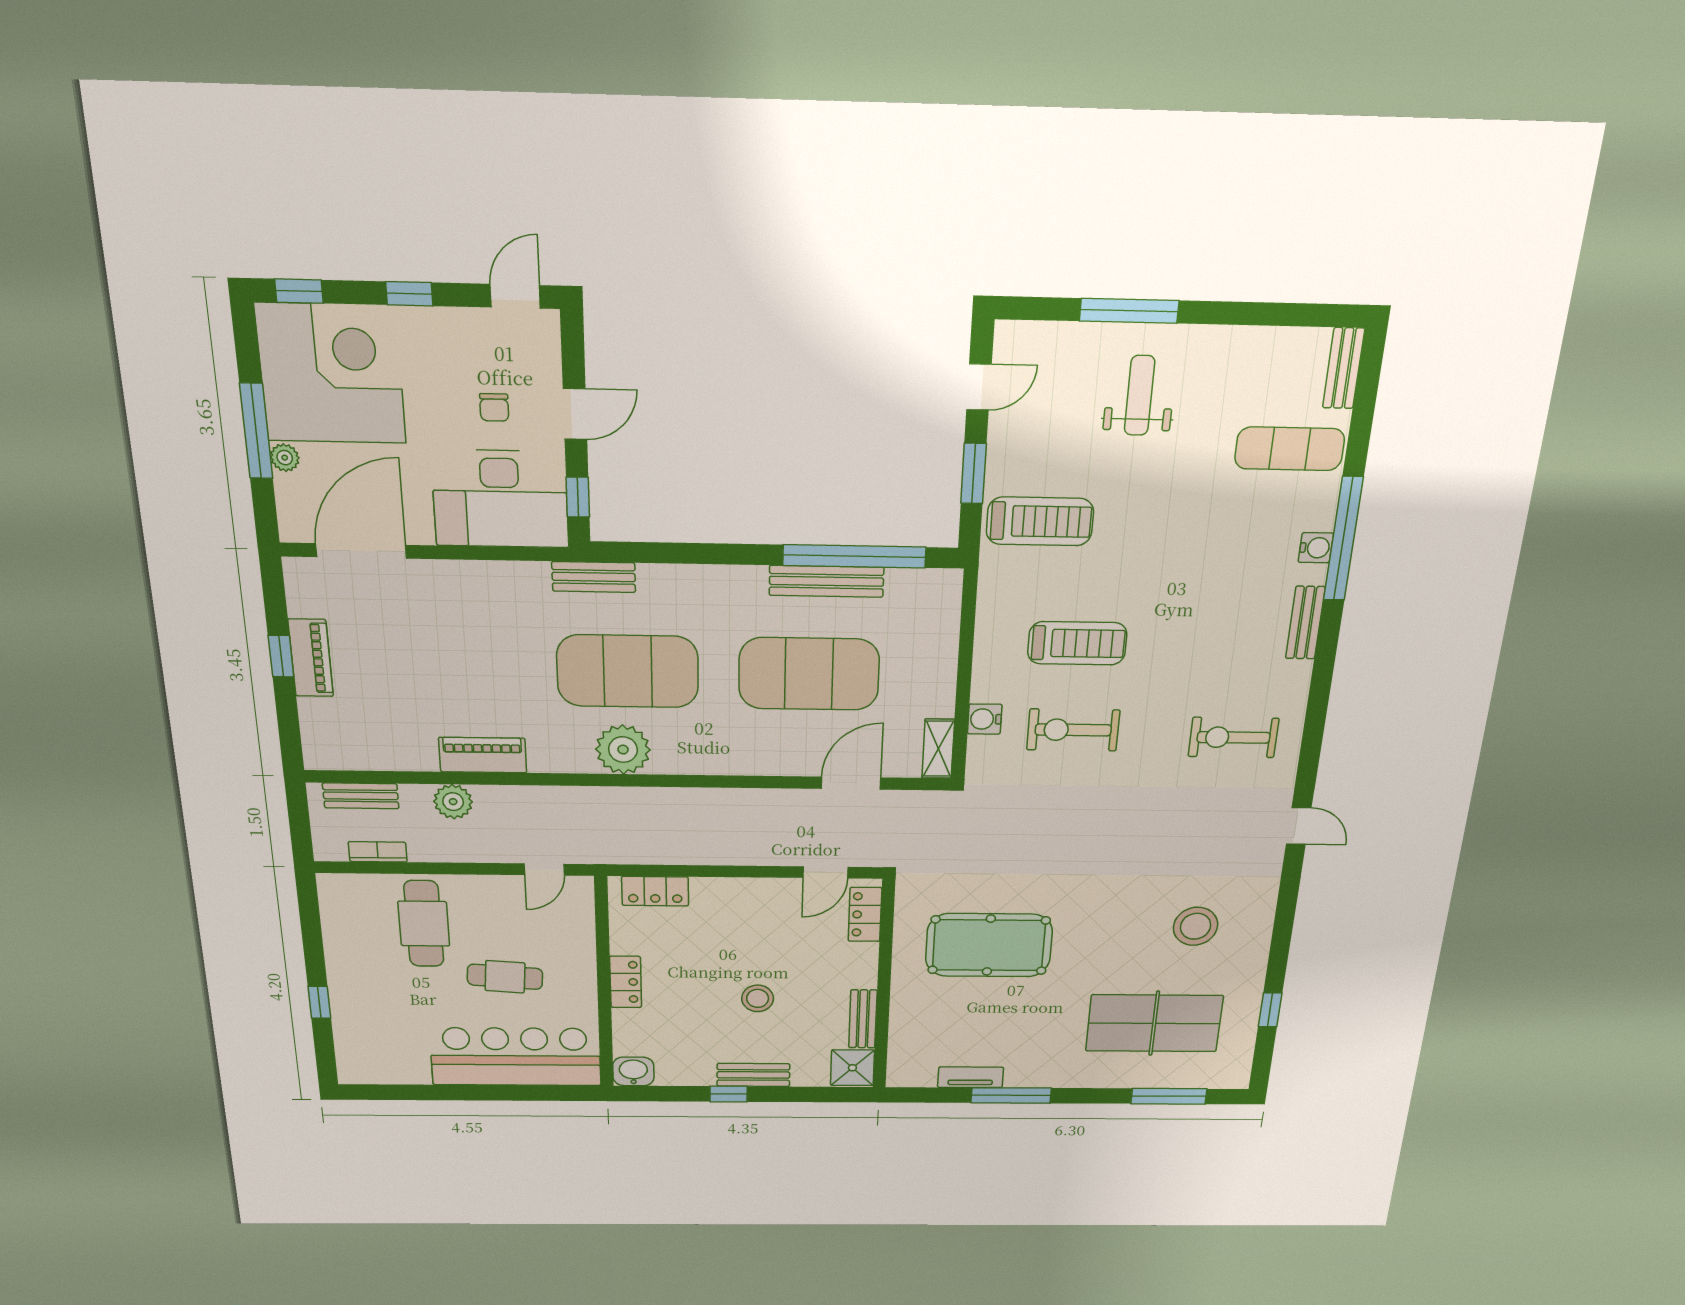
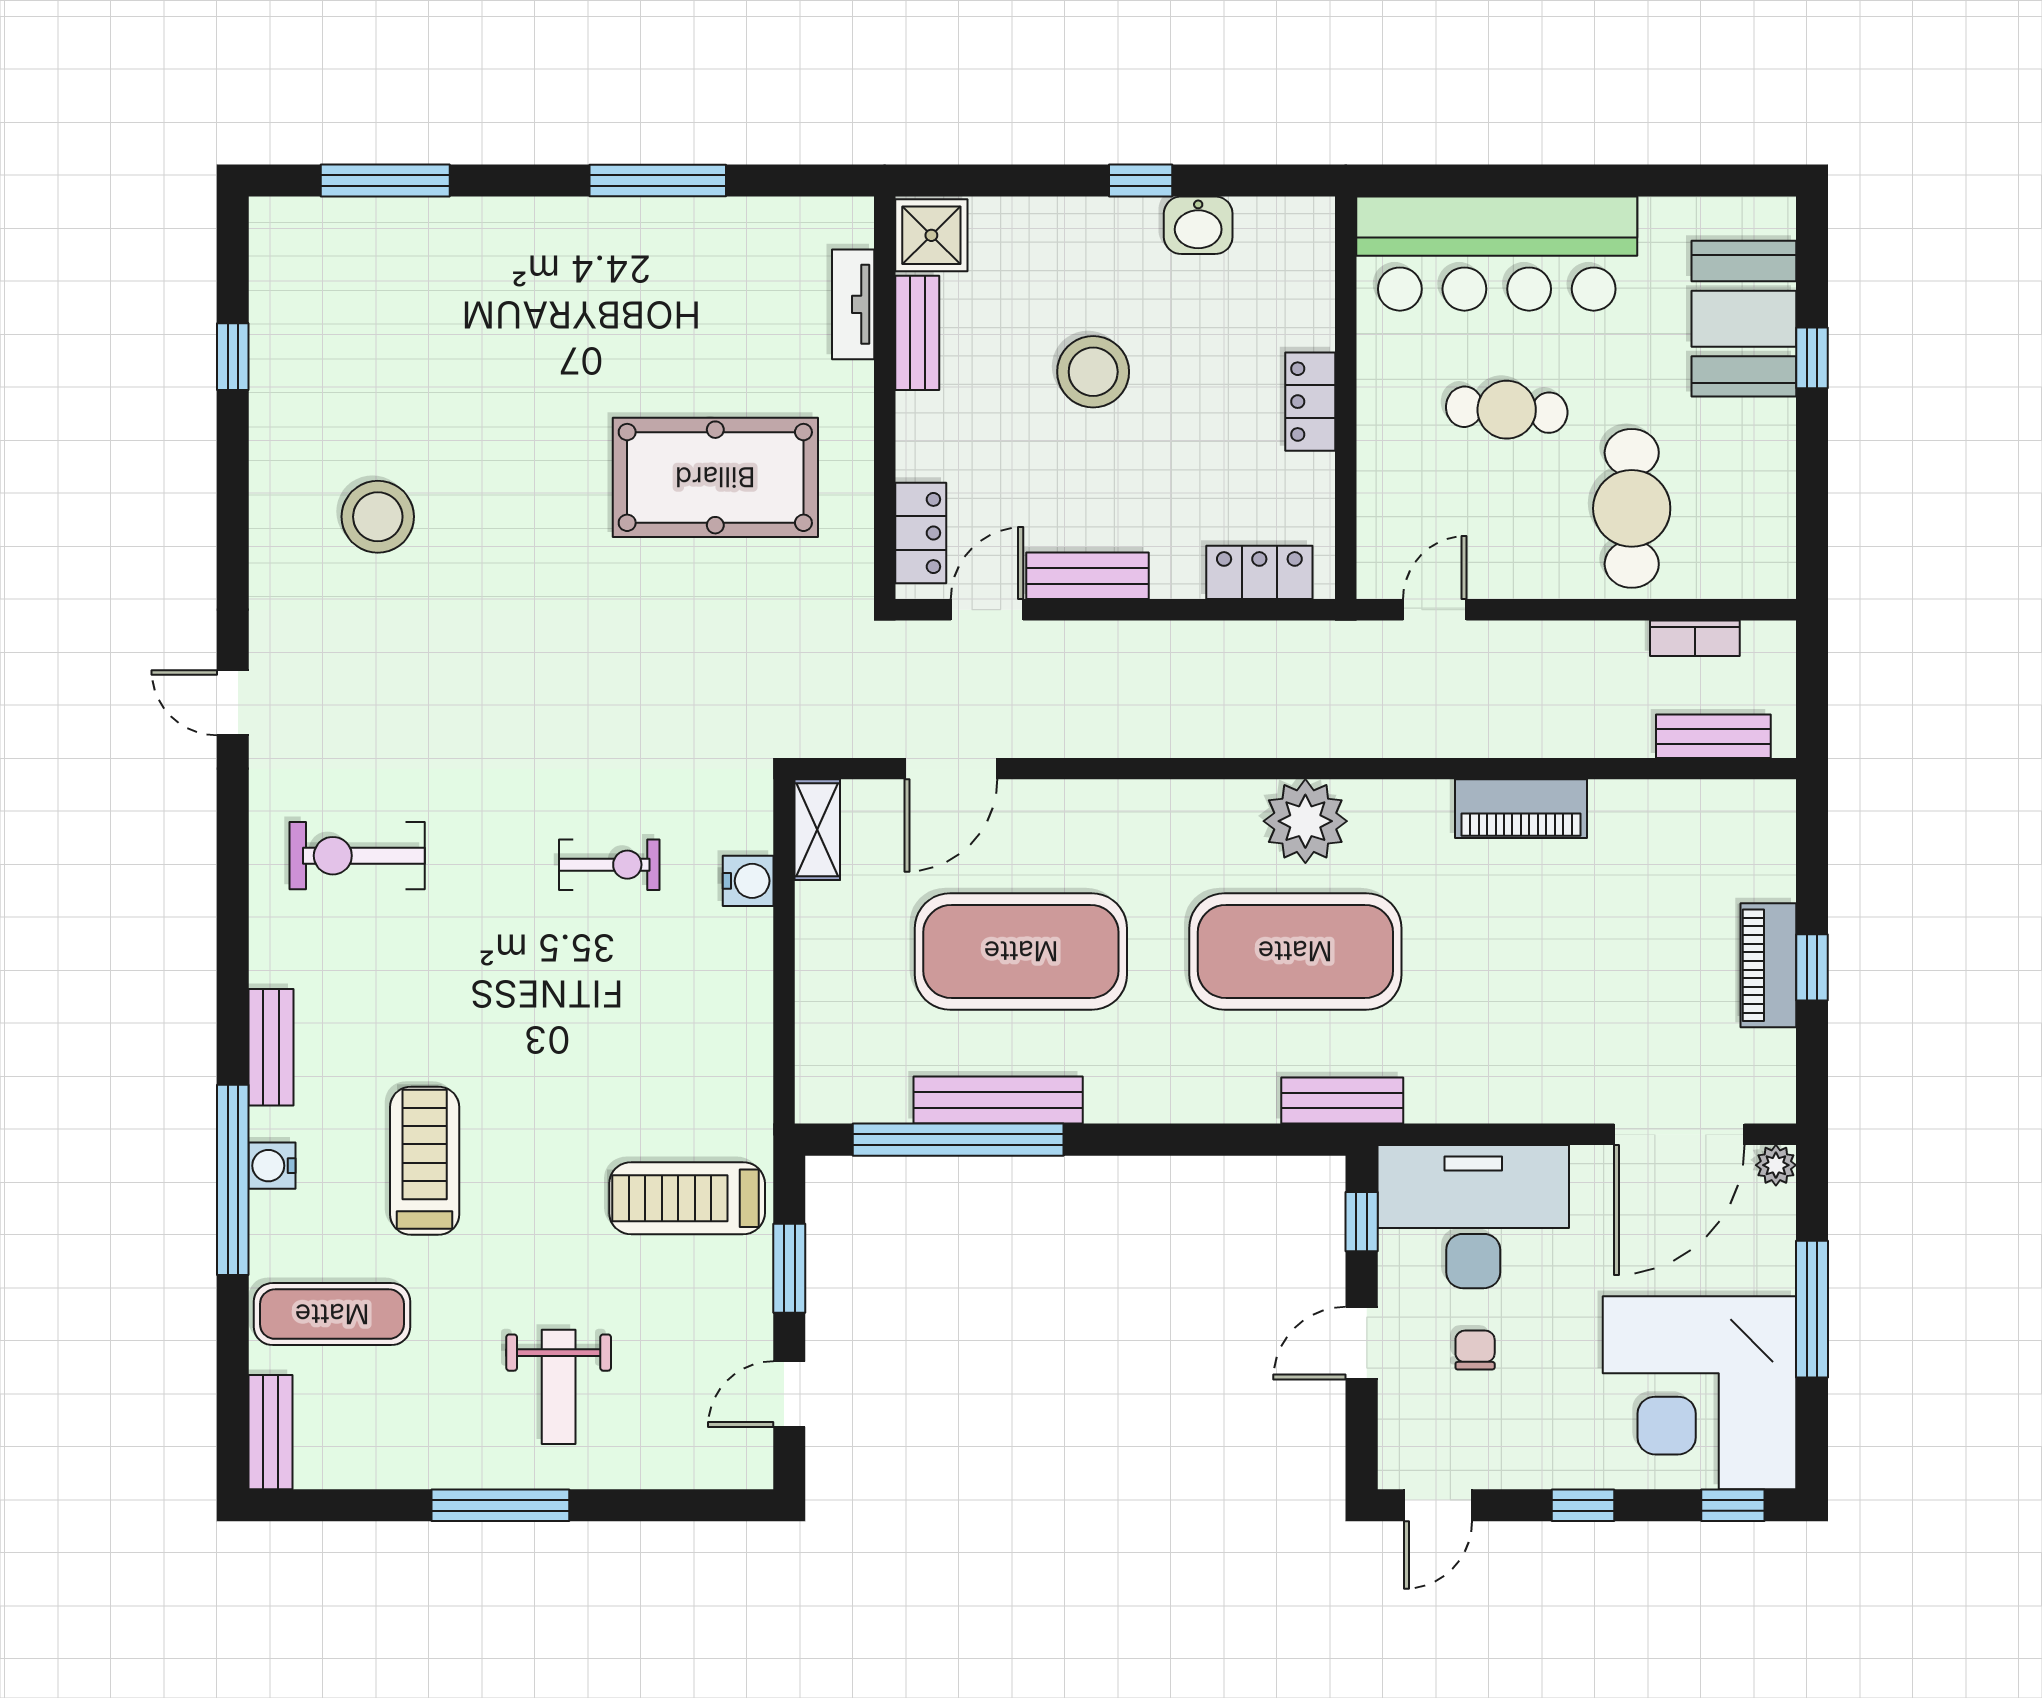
window: (1129, 311) -> (500, 1505), moved
plant: (285, 458) -> (1776, 1165), moved
treadmill: (1077, 643) -> (425, 1161), moved, turned 90
exercise bike: (1073, 730) -> (609, 865), width x0.73, depth x0.72
exercise bike: (1233, 737) -> (357, 856), turned 180
plant: (453, 802) -> (1571, 728), removed
stool: (758, 998) -> (1093, 372), width x1.38, depth x1.38
booth: (363, 1023) -> (1744, 319), added
table tennis table: (1154, 1023) -> (426, 328), removed
washbasin: (633, 1071) -> (1198, 225), moved
bench: (753, 1075) -> (1087, 576), moved
tv unit: (971, 1077) -> (853, 304), moved, turned 90

